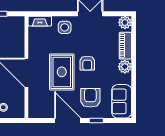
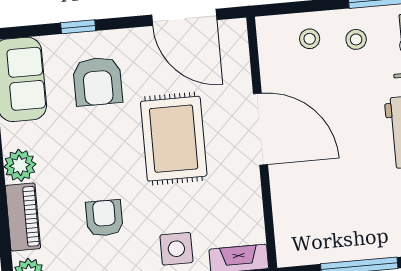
armchair: (87, 63) -> (104, 218), moved
door: (68, 120) -> (184, 17), moved

